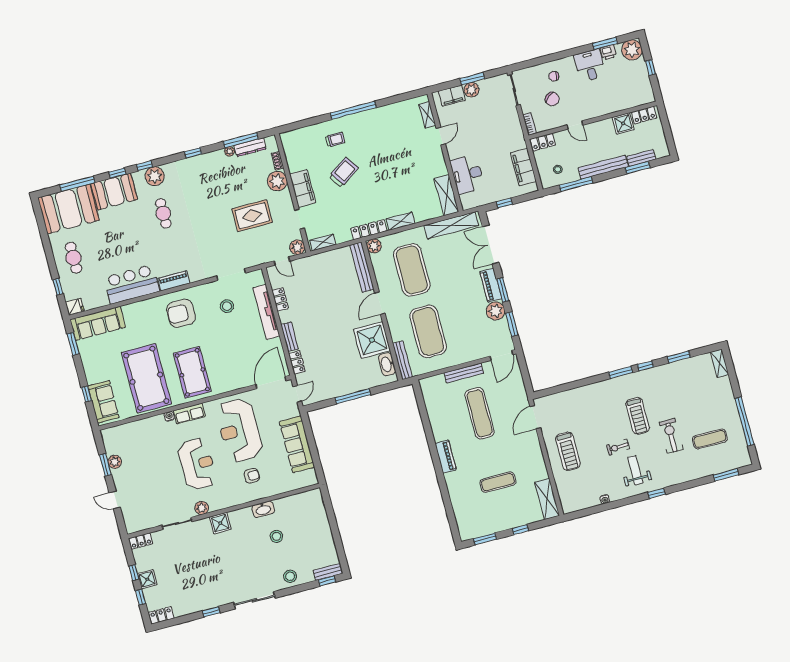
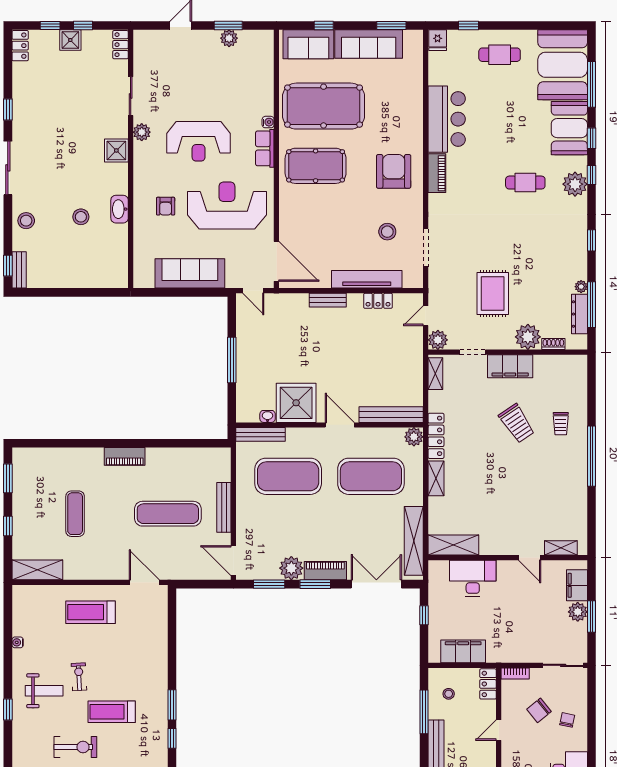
sofa: (98, 323) -> (369, 44), moved, turned -90
locker: (297, 362) -> (293, 301), removed
washbasin: (387, 364) -> (268, 416), width x0.52, depth x0.69

